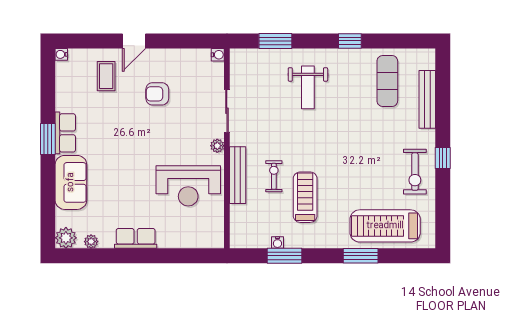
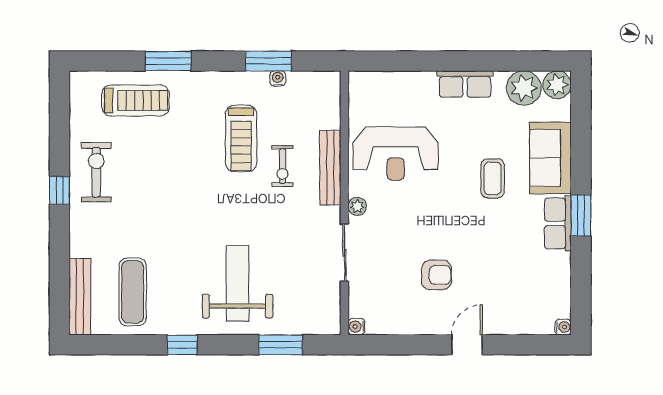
coffee table: (106, 76) -> (493, 178), moved
weight bench: (308, 87) -> (238, 284), width x1.36, depth x1.33
bench: (427, 99) -> (80, 297), moved
reception desk: (188, 186) -> (396, 153), turned 180
treadmill: (385, 226) -> (136, 100), width x0.73, depth x0.73
plant: (91, 242) -> (524, 88), width x1.88, depth x1.88

